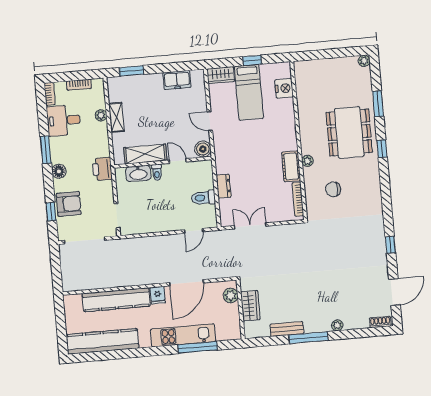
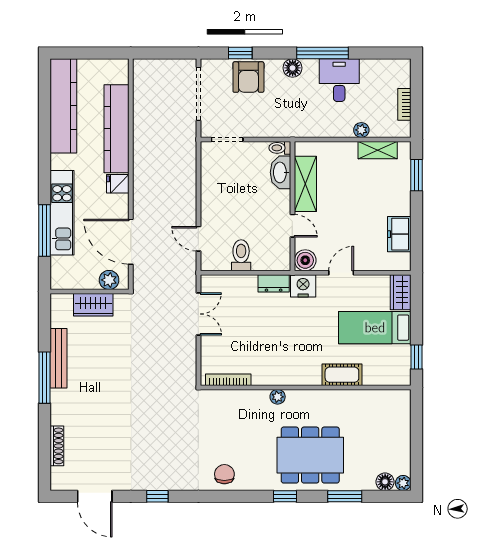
window: (252, 60) -> (416, 357), moved
floor lamp: (364, 74) -> (385, 482), added
nightstand: (284, 88) -> (303, 286), moved, turned 180
bookcase: (50, 94) -> (396, 65), removed
shelving: (116, 117) -> (378, 150), moved
desk: (64, 120) -> (339, 80), moved
window: (46, 150) -> (322, 53), width x1.44
door: (178, 161) -> (292, 226), hinge flipped
cot: (291, 166) -> (342, 375), moved
printer: (102, 169) -> (291, 125), removed
toilet: (157, 172) -> (280, 148), moved
dresser: (224, 186) -> (274, 283), moved
chair: (333, 189) -> (224, 474), moved
door: (187, 283) -> (131, 242), moved
shoe rack: (380, 322) -> (57, 446), moved, width x1.43
plant: (337, 325) -> (57, 417), removed
bench: (287, 329) -> (58, 358), width x1.36

